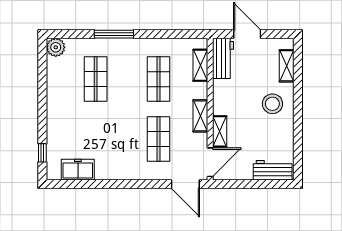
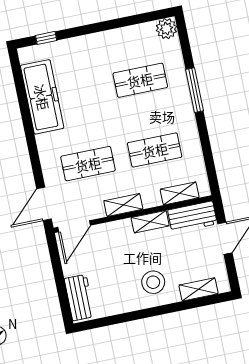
shelving: (220, 131) -> (150, 222), moved
door: (210, 162) -> (74, 226), hinge flipped
freezer: (78, 170) -> (42, 97), width x1.91, depth x1.26

